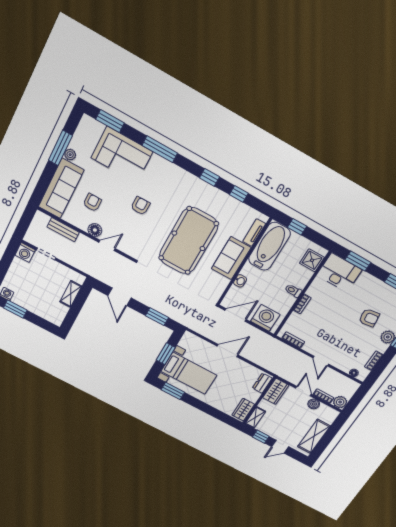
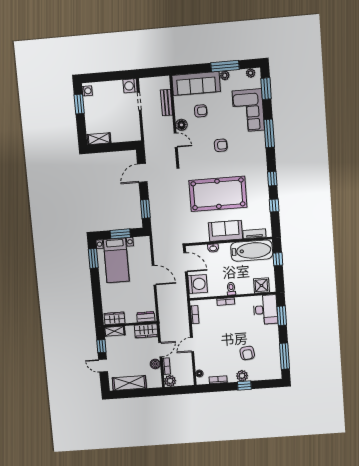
plant: (84, 126) -> (251, 73), added
shelving: (71, 294) -> (99, 139), moved

